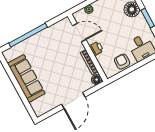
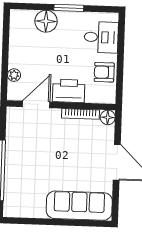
printer: (96, 48) -> (69, 91), width x1.87, depth x1.48
sofa: (26, 78) -> (79, 206), moved

